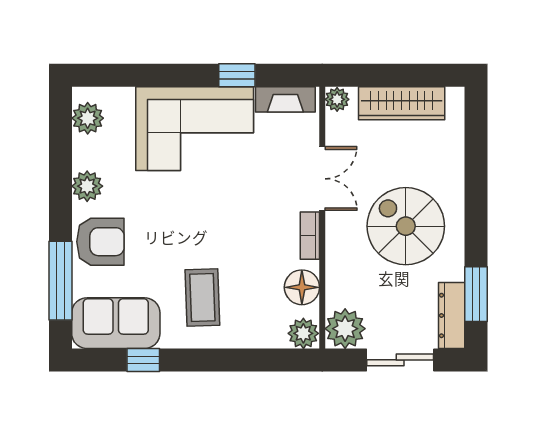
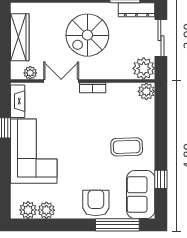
plant: (337, 99) -> (30, 73), moved
plant: (87, 186) -> (46, 210), moved
floor lamp: (302, 287) -> (121, 92), removed

